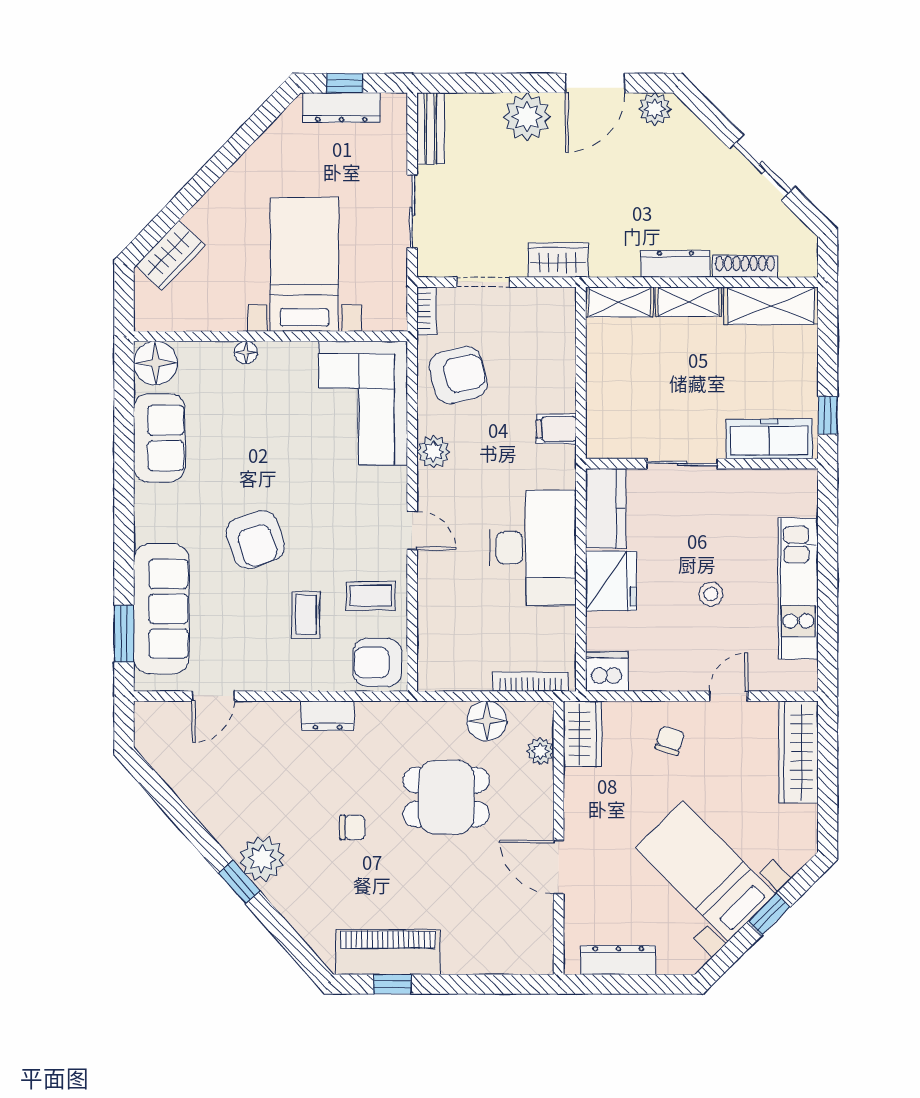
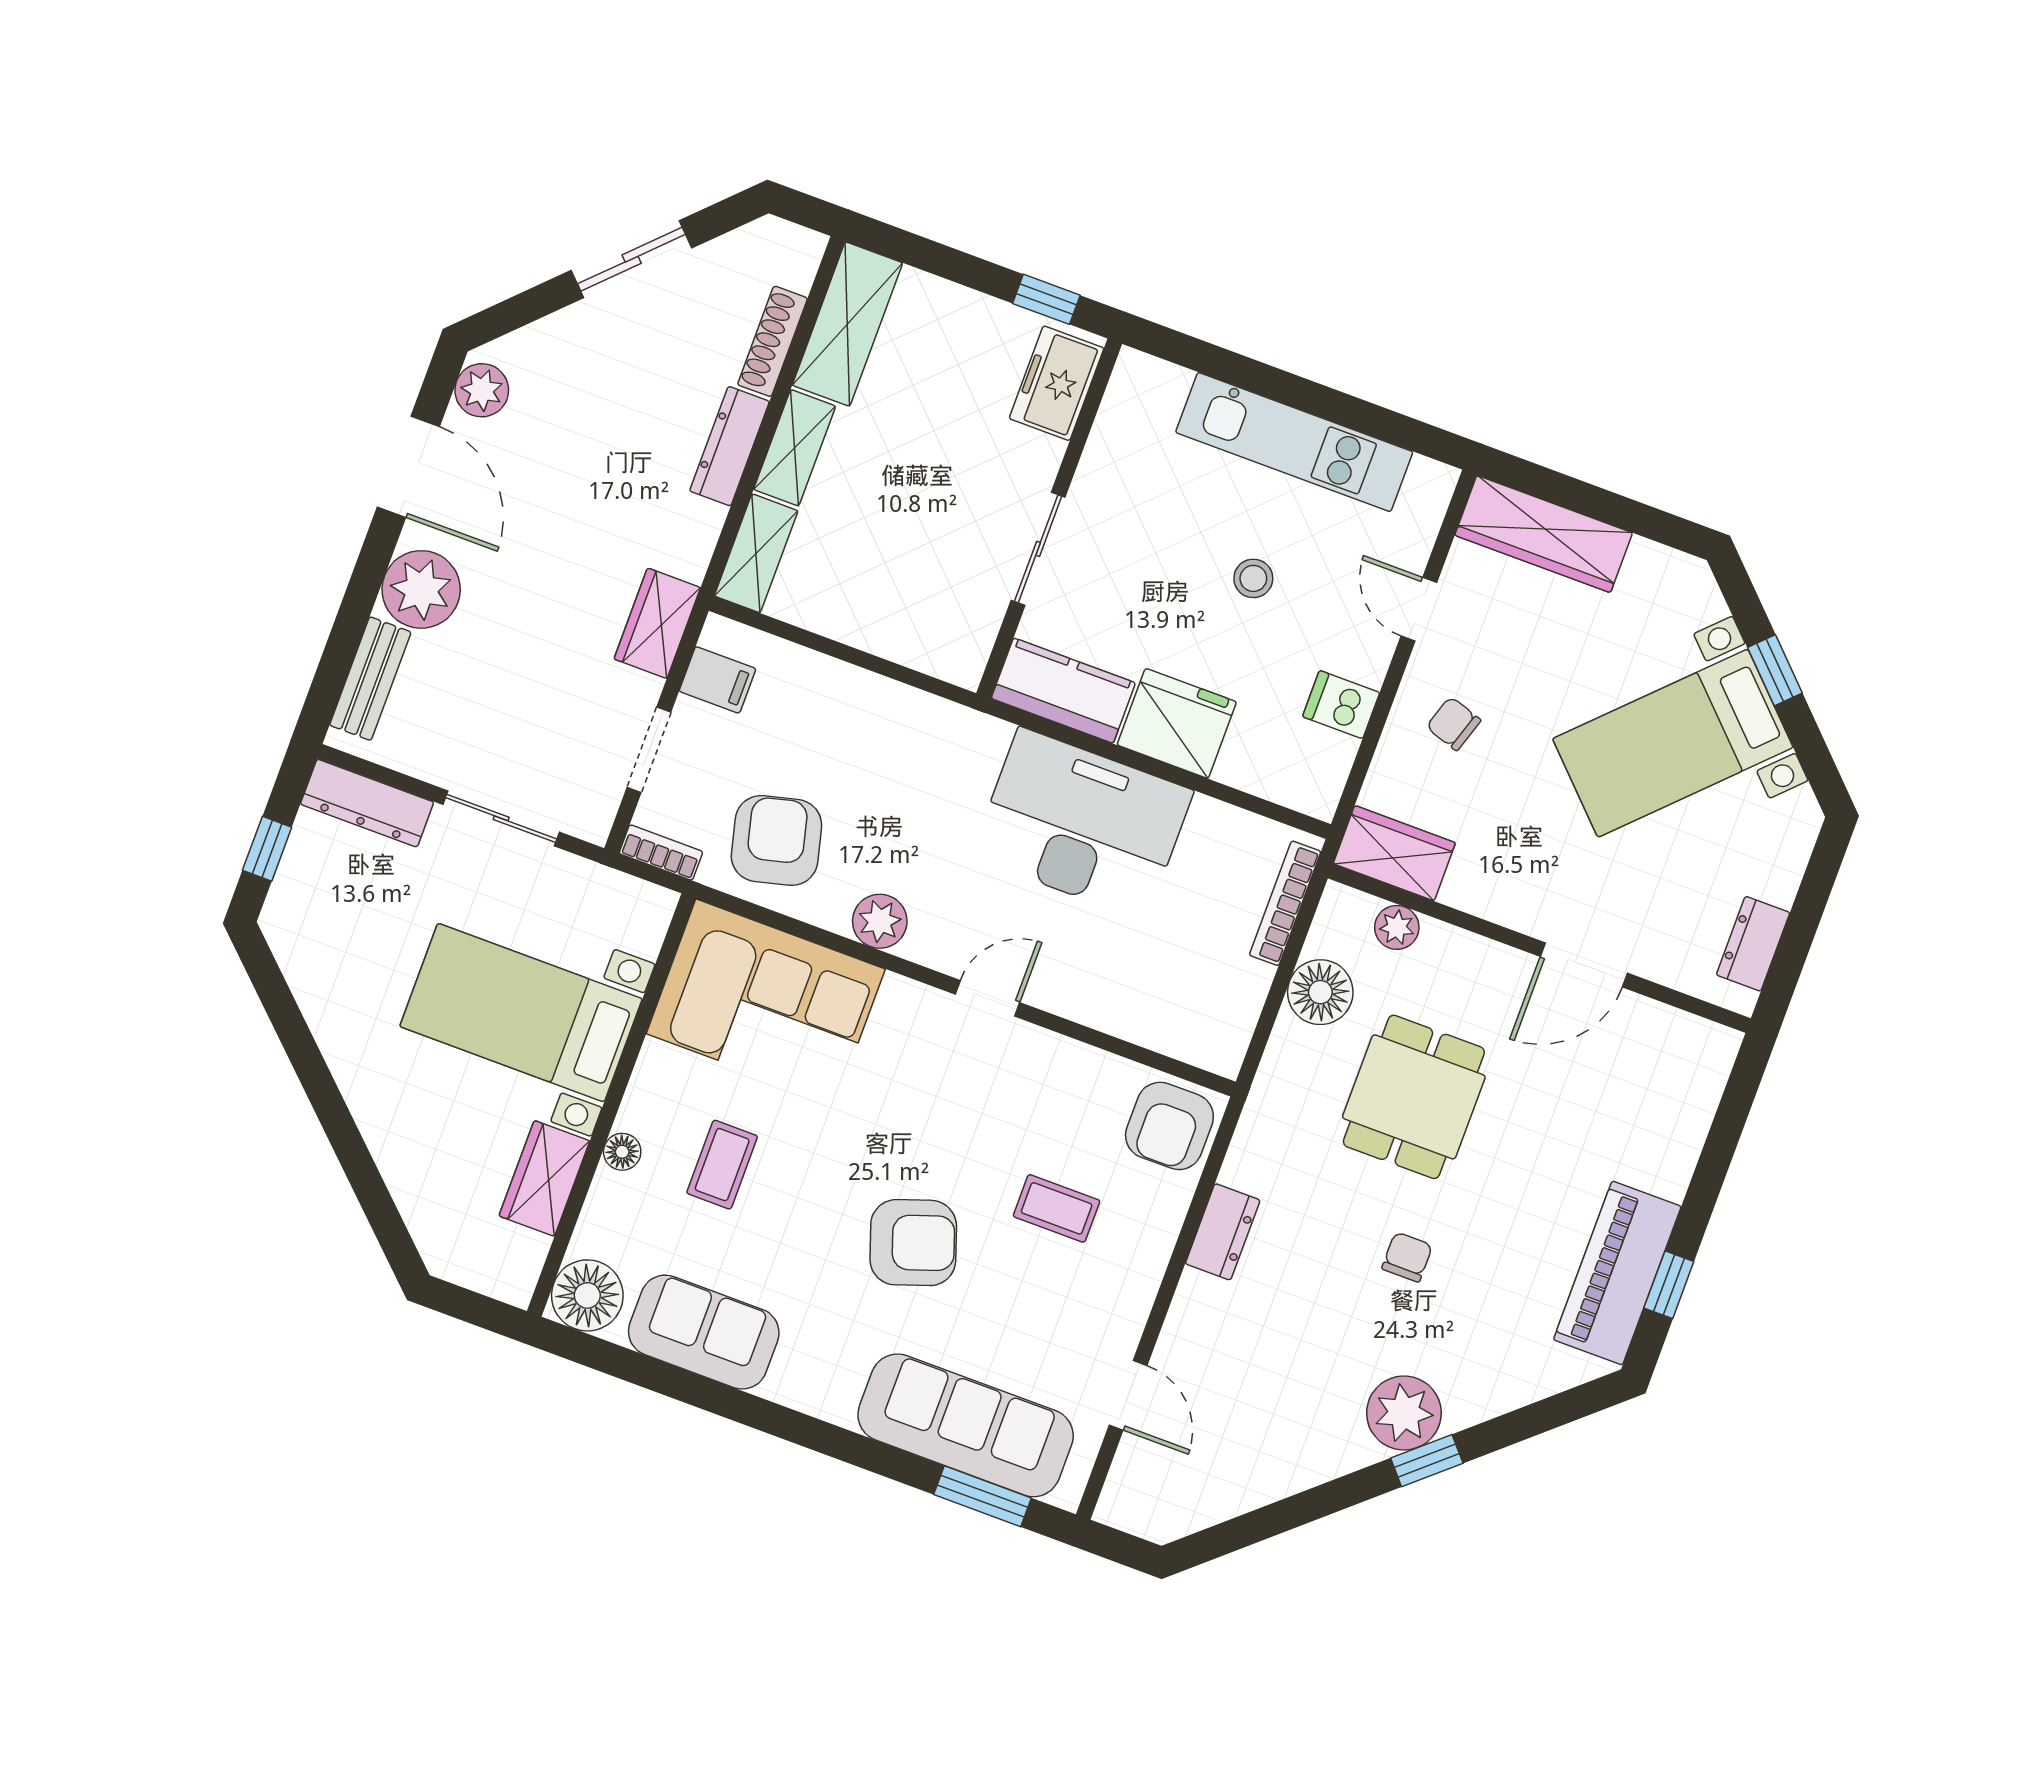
dresser: (341, 108) -> (367, 803), moved, turned 90
bench: (431, 128) -> (370, 679), moved, turned 90
wardrobe: (170, 255) -> (544, 1178), moved, turned -134
filing cabinet: (556, 429) -> (717, 680), moved, turned -90
freezer: (769, 439) -> (1057, 383), width x0.71
coffee table: (371, 596) -> (722, 1165), moved
dishwasher: (607, 672) -> (1341, 705), moved, width x0.73
dresser: (618, 960) -> (1753, 944), width x0.70

